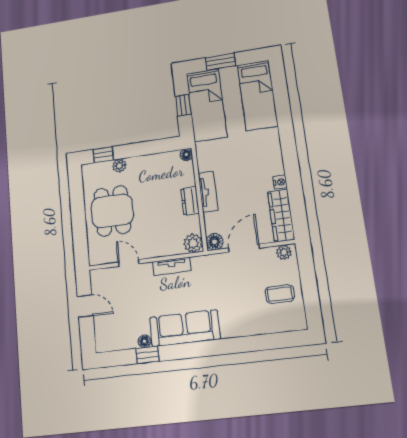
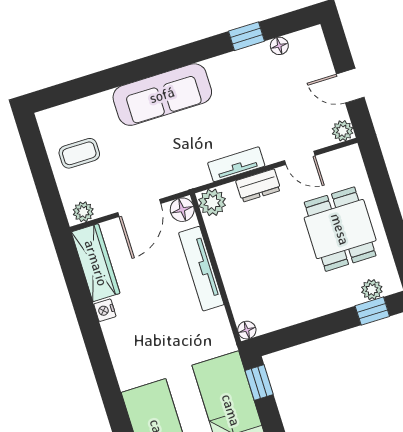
window: (183, 105) -> (259, 382), moved
plant: (119, 166) -> (372, 290), moved
tv unit: (208, 192) -> (201, 269), width x1.41
dresser: (190, 201) -> (258, 186), moved, turned 90
plant: (97, 276) -> (343, 131), added
sofa: (185, 328) -> (162, 95), moved
floor lamp: (144, 341) -> (279, 46), moved

